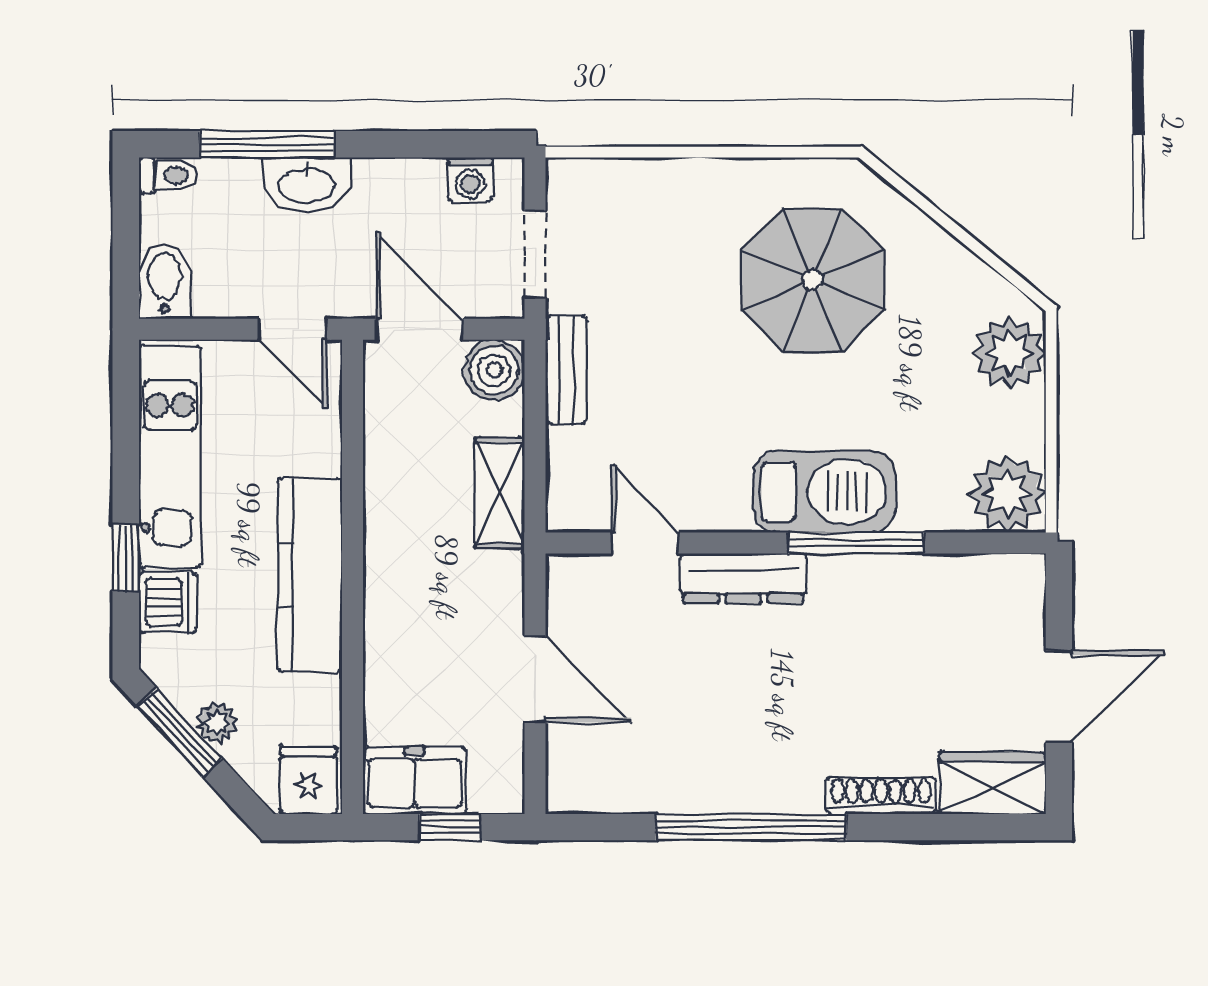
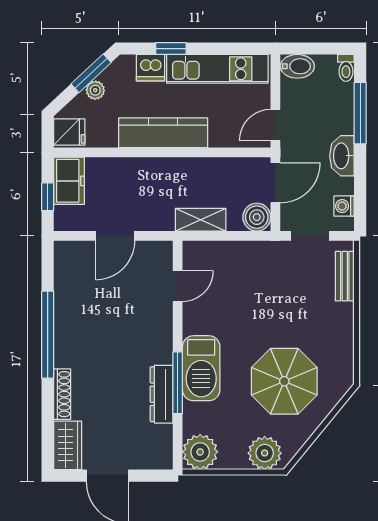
washbasin: (306, 184) -> (342, 156), moved
parasol: (813, 280) -> (284, 381), moved
bench: (566, 370) -> (345, 276), moved, turned 90
dresser: (743, 578) -> (162, 394), moved

